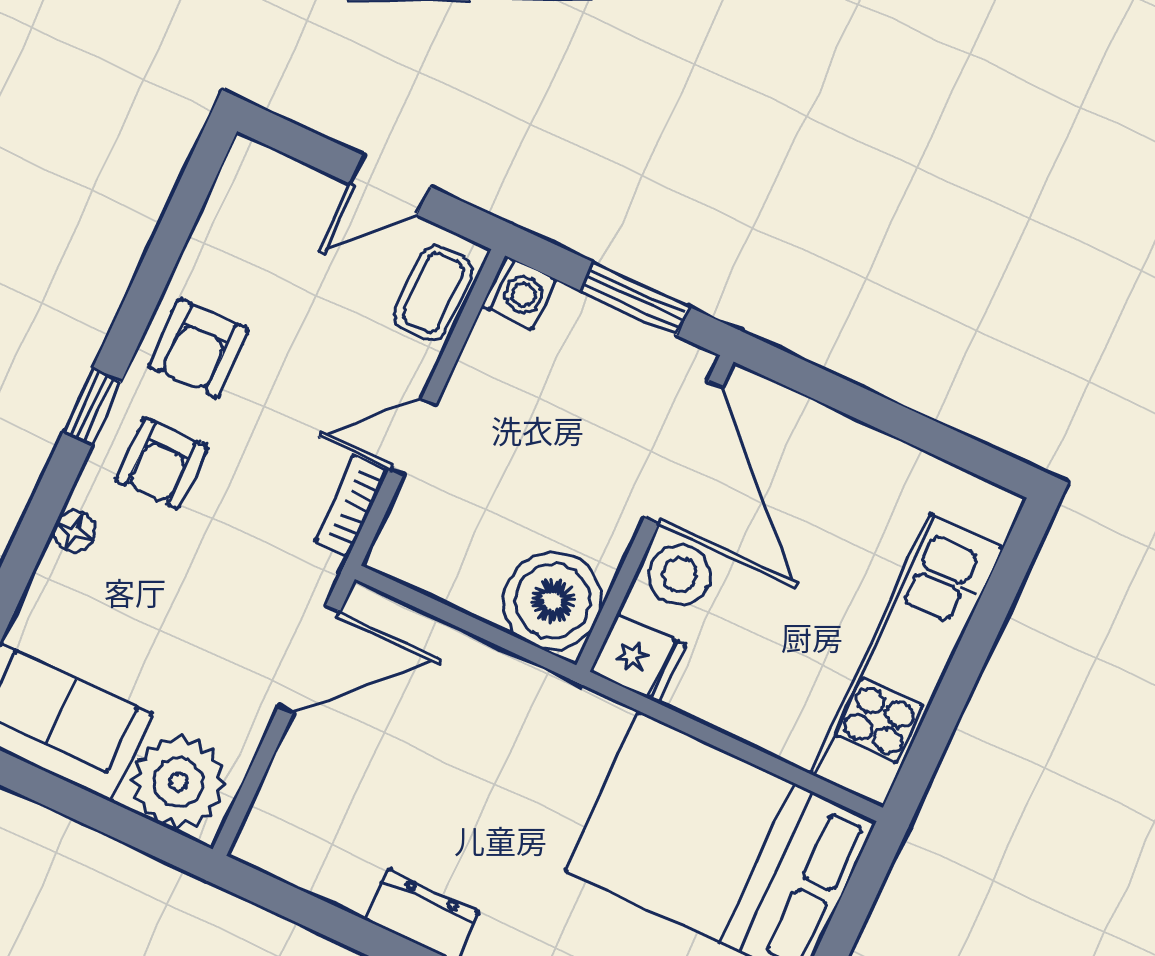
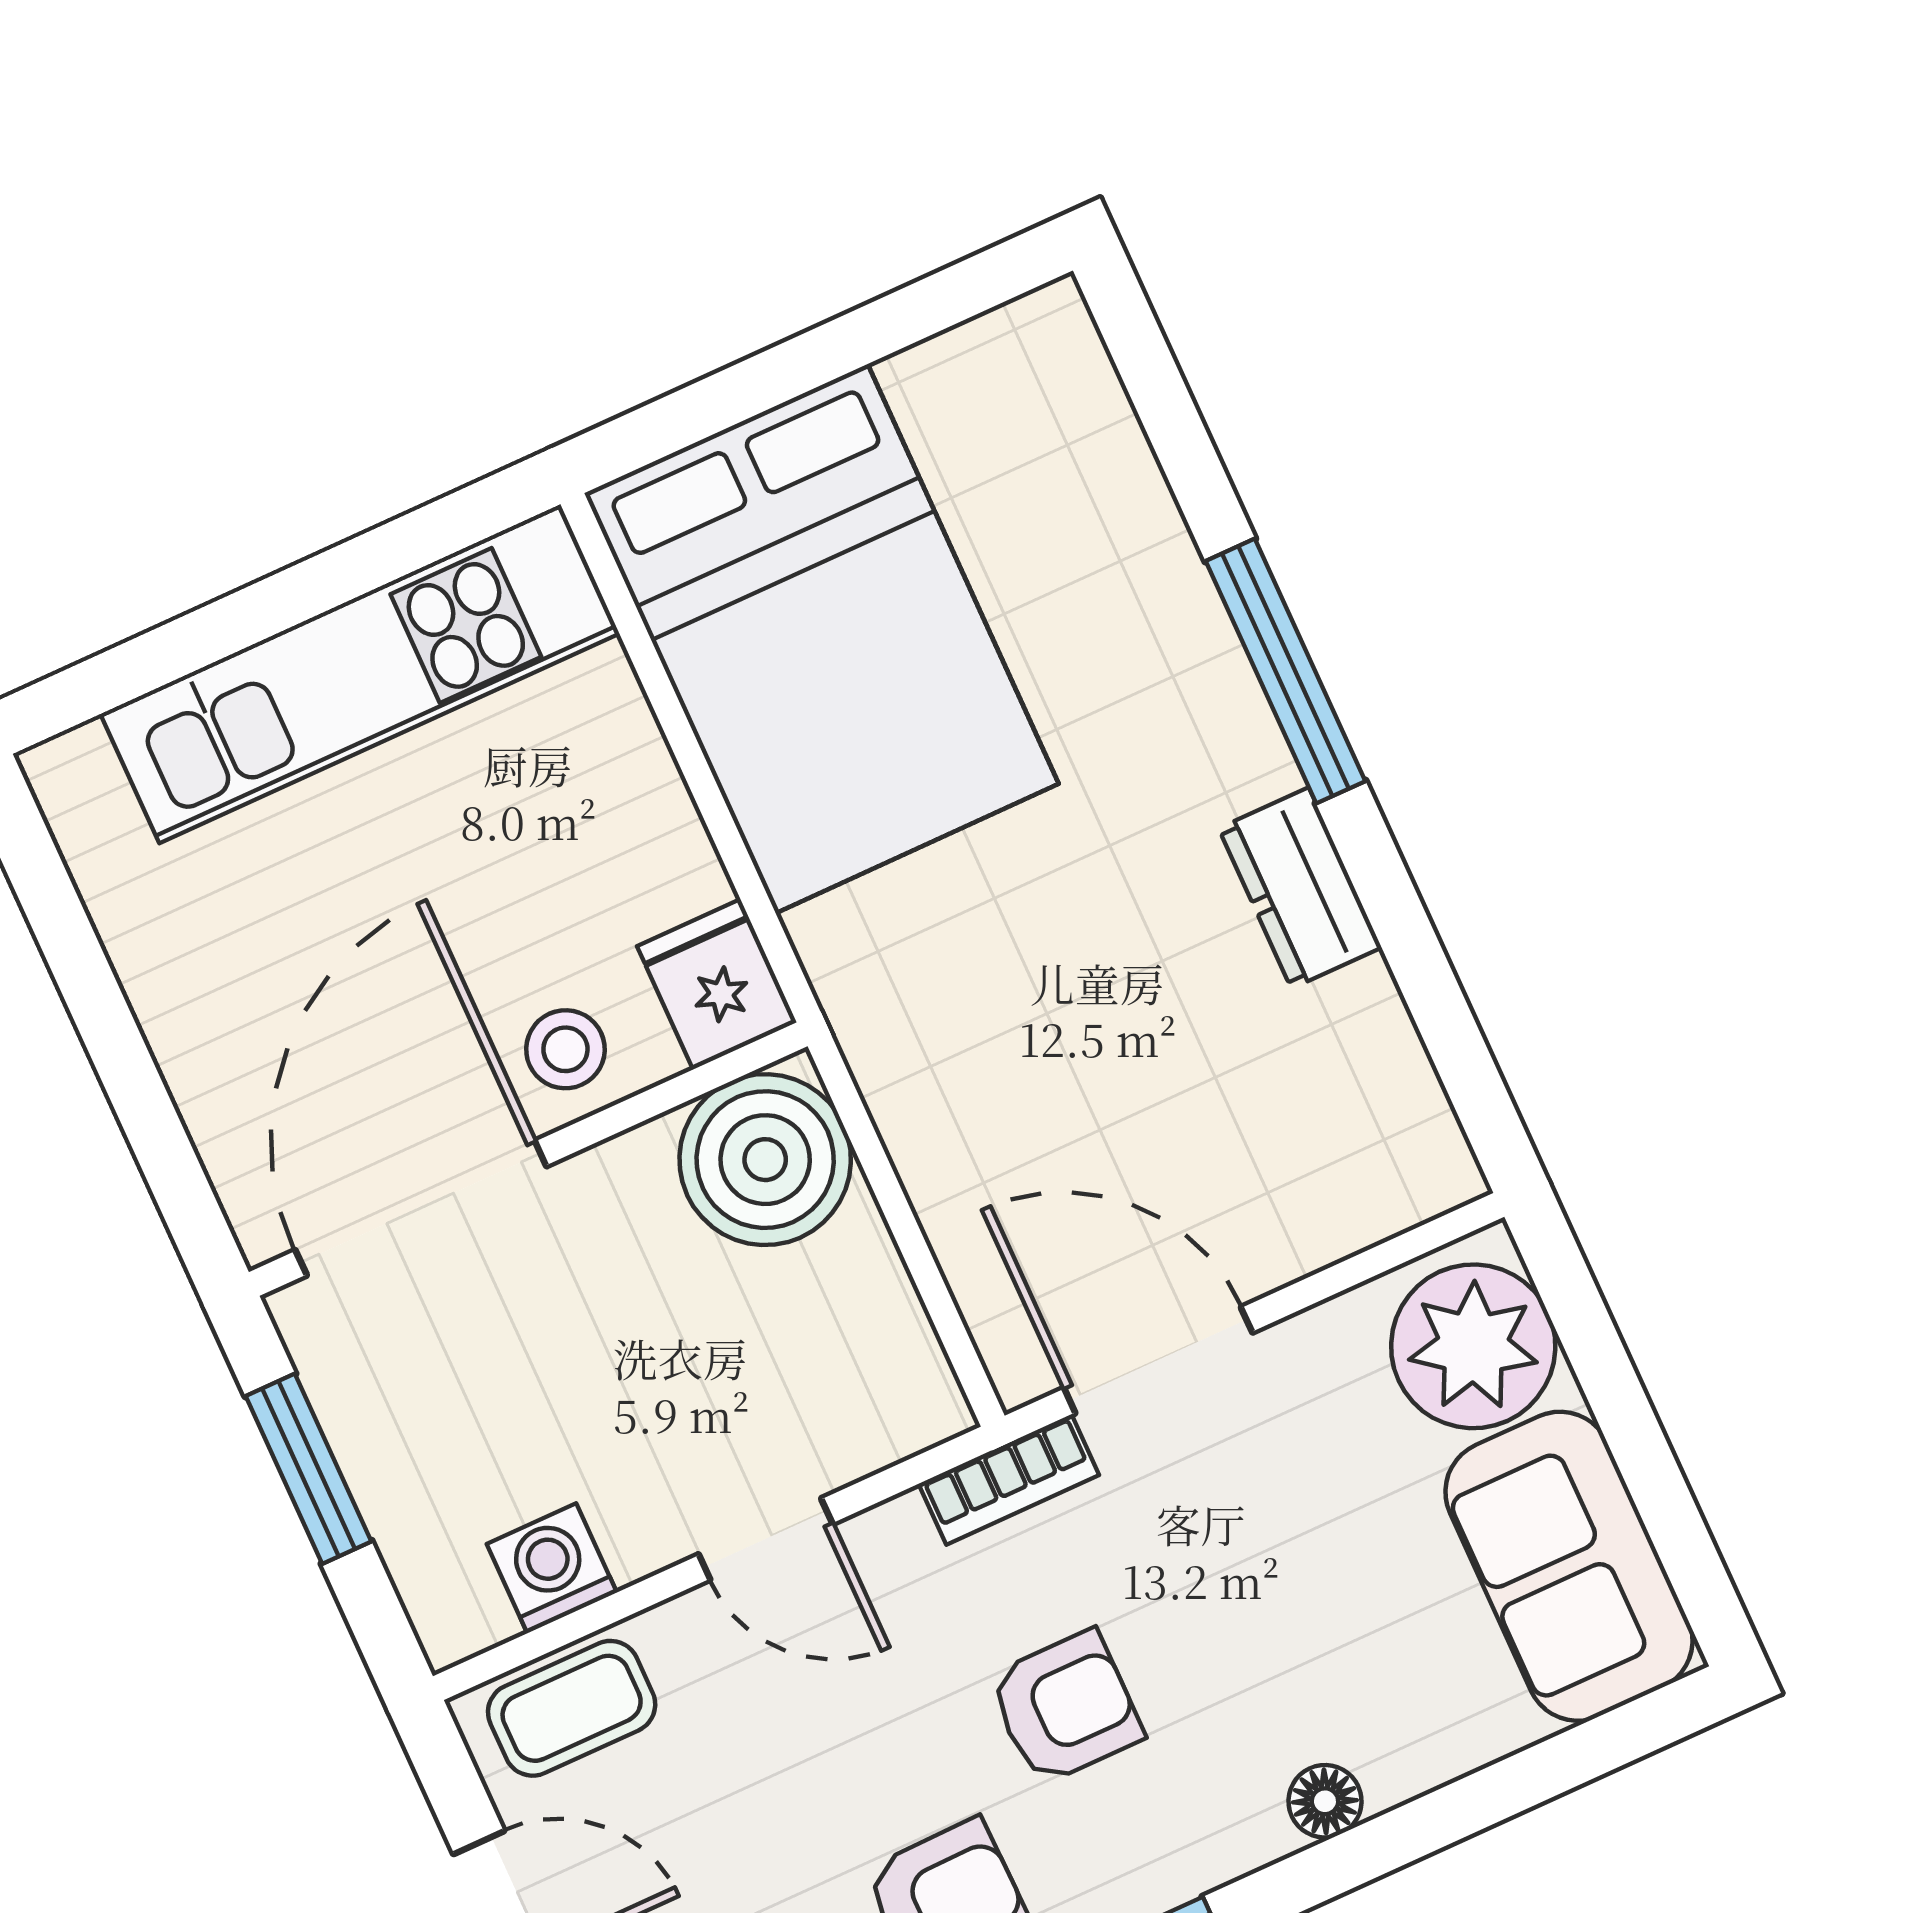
washing machine: (518, 292) -> (552, 1568), moved
armchair: (161, 463) -> (1065, 1707), moved
bookcase: (351, 505) -> (1009, 1479), moved
stool: (679, 575) -> (565, 1049), width x0.73, depth x0.73

